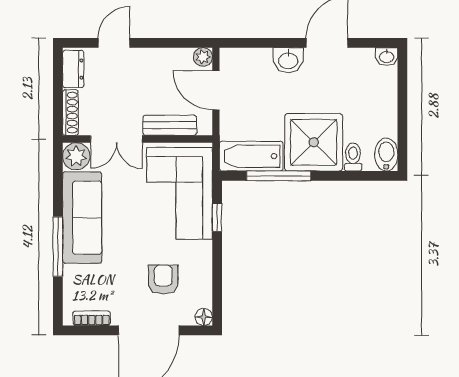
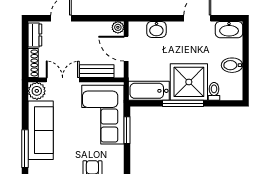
washbasin: (387, 57) -> (229, 30), width x1.91, depth x1.45
washbasin: (288, 60) -> (156, 29), moved
double door: (116, 139) -> (63, 80), swing flipped
bidet: (386, 155) -> (232, 65), moved, turned -90
window: (279, 176) -> (183, 103), moved
window: (217, 217) -> (127, 130), width x1.50

